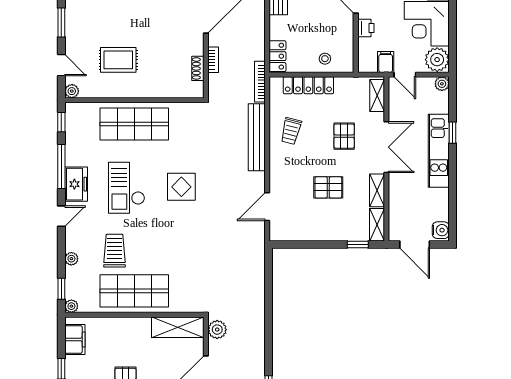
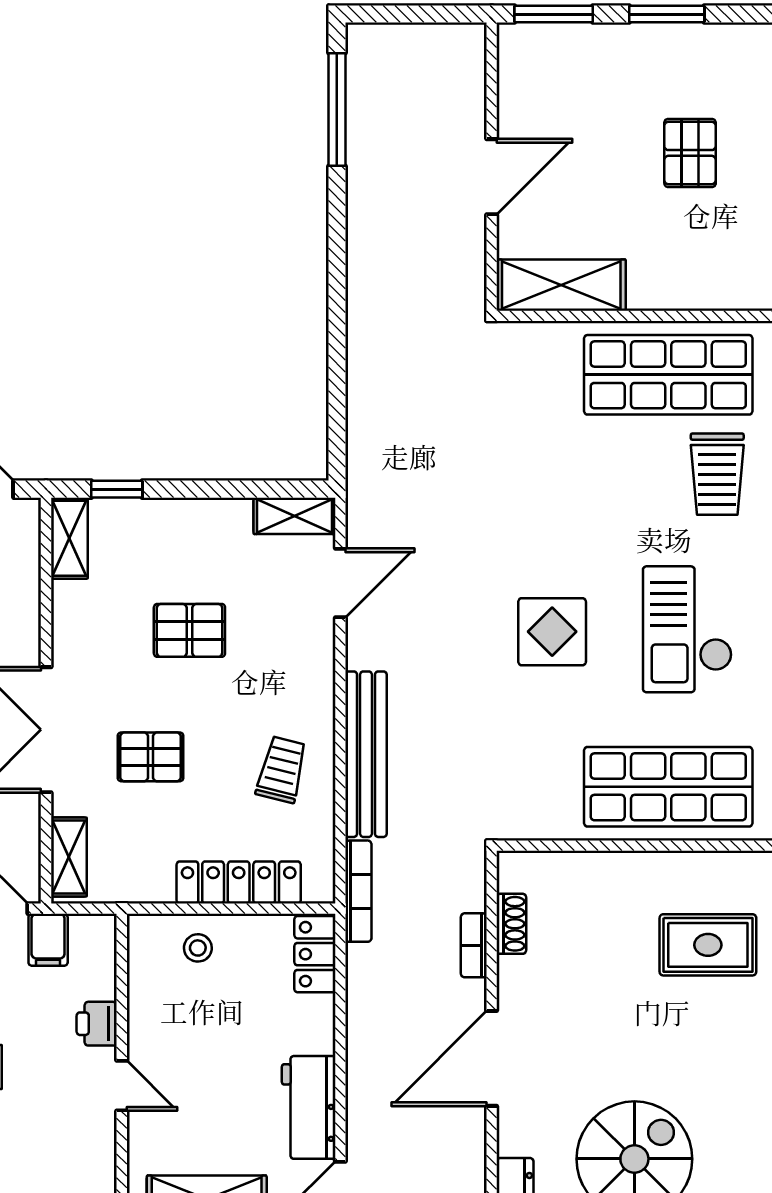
pallet: (344, 136) -> (151, 757), turned 90
checkout: (127, 188) -> (687, 629), turned 180
shelving: (377, 190) -> (295, 516), moved, turned 90
plant: (217, 330) -> (464, 279), removed

